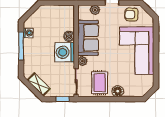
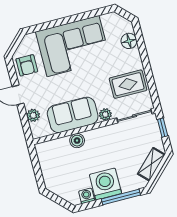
window: (21, 46) -> (121, 197), moved
washing machine: (65, 52) -> (105, 184), moved, turned 180
floor lamp: (118, 91) -> (129, 41), moved

